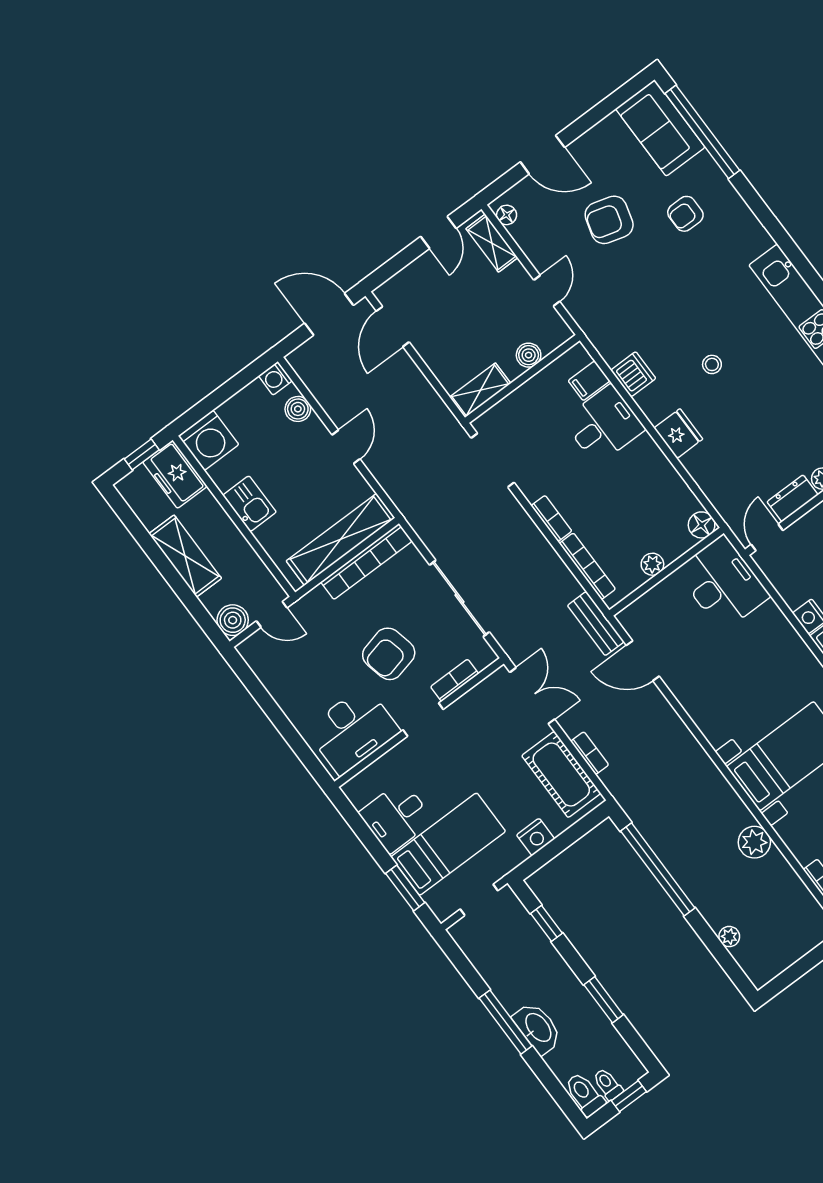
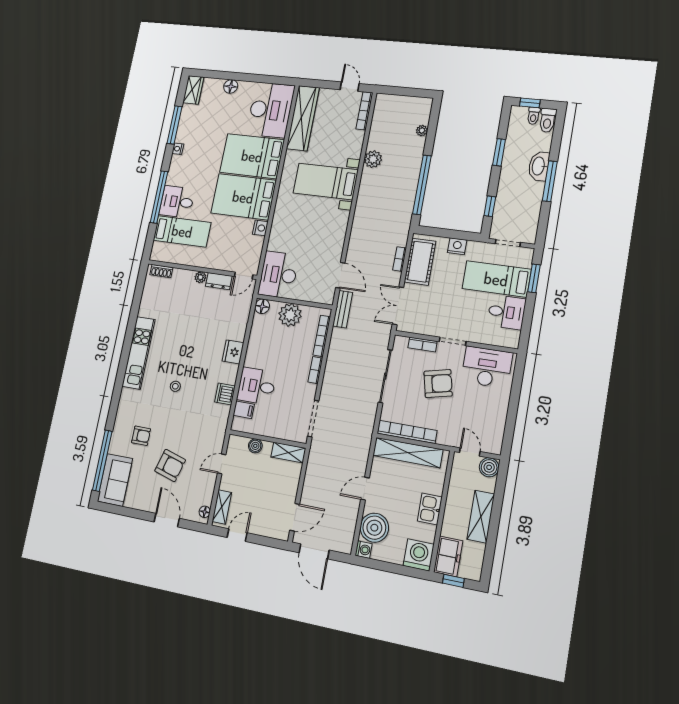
stool: (712, 364) -> (175, 386), moved
boiler: (298, 409) -> (374, 528), width x1.86, depth x1.86
plant: (652, 564) -> (290, 315), width x1.87, depth x1.87

